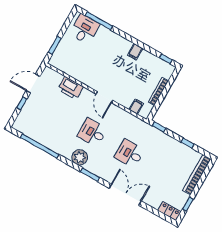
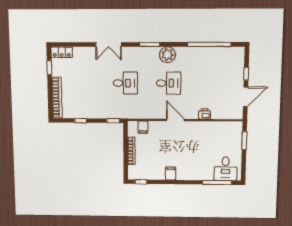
printer: (71, 88) -> (205, 114), width x0.53, depth x0.68
double door: (125, 195) -> (108, 45), width x0.73

